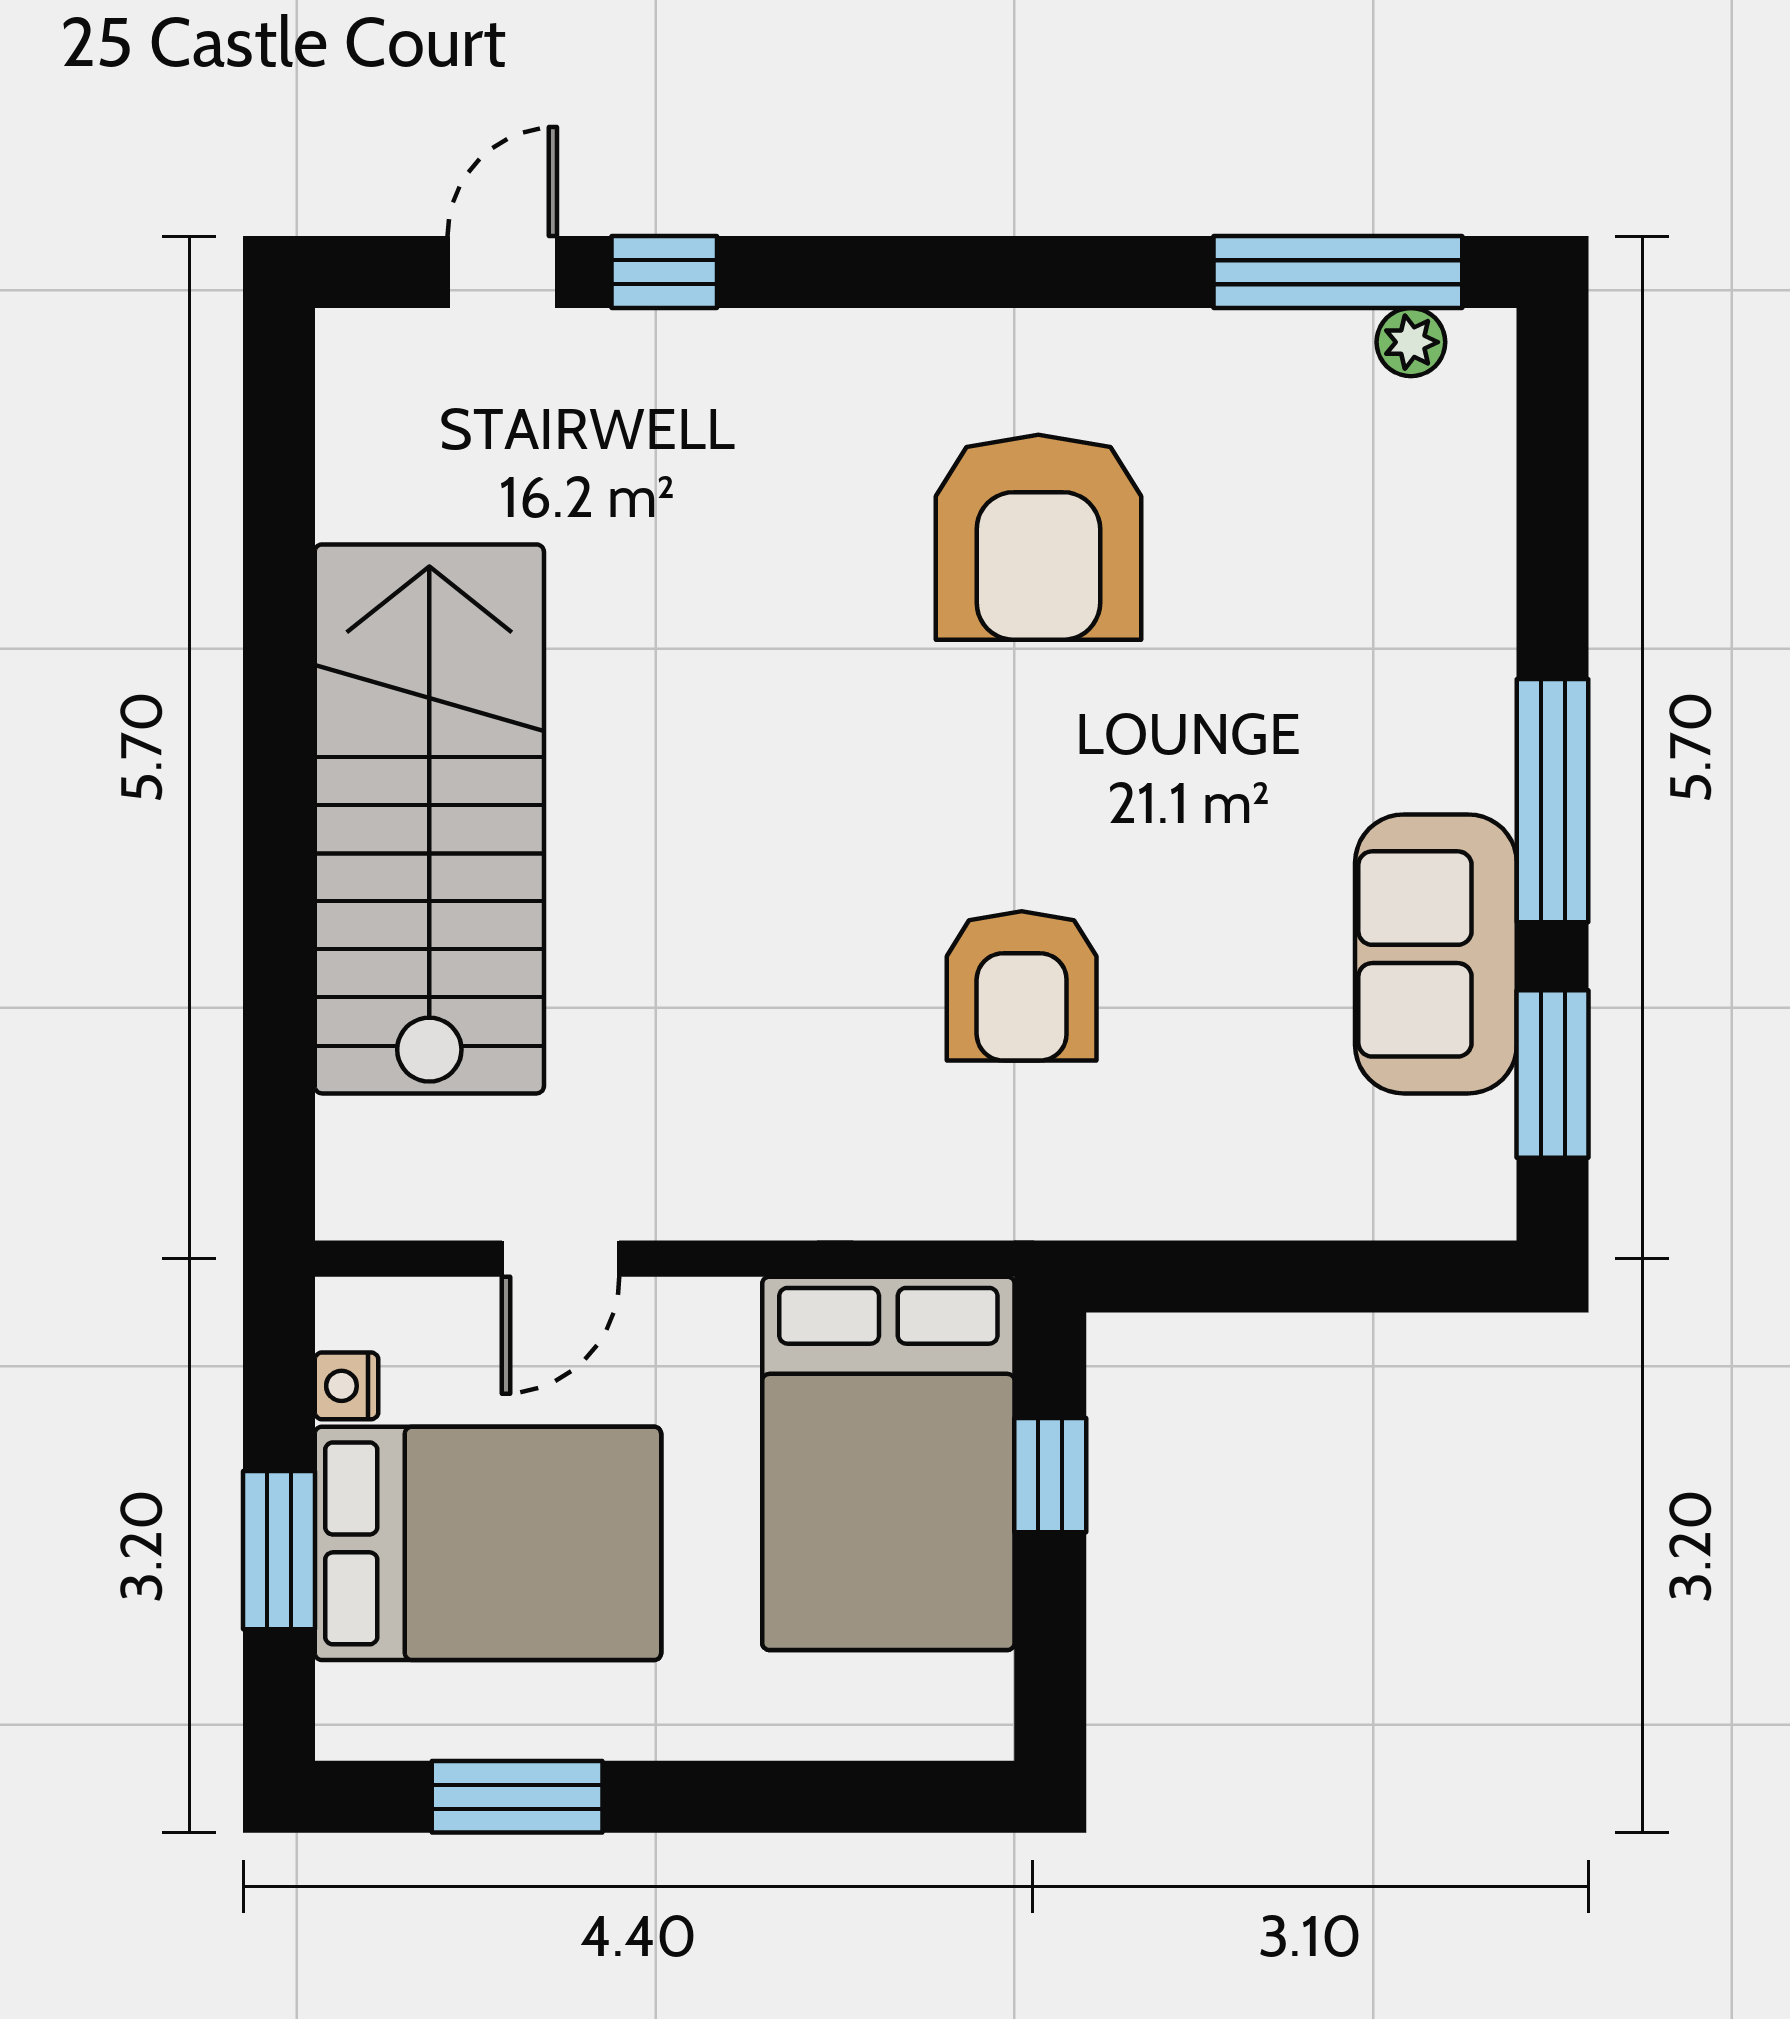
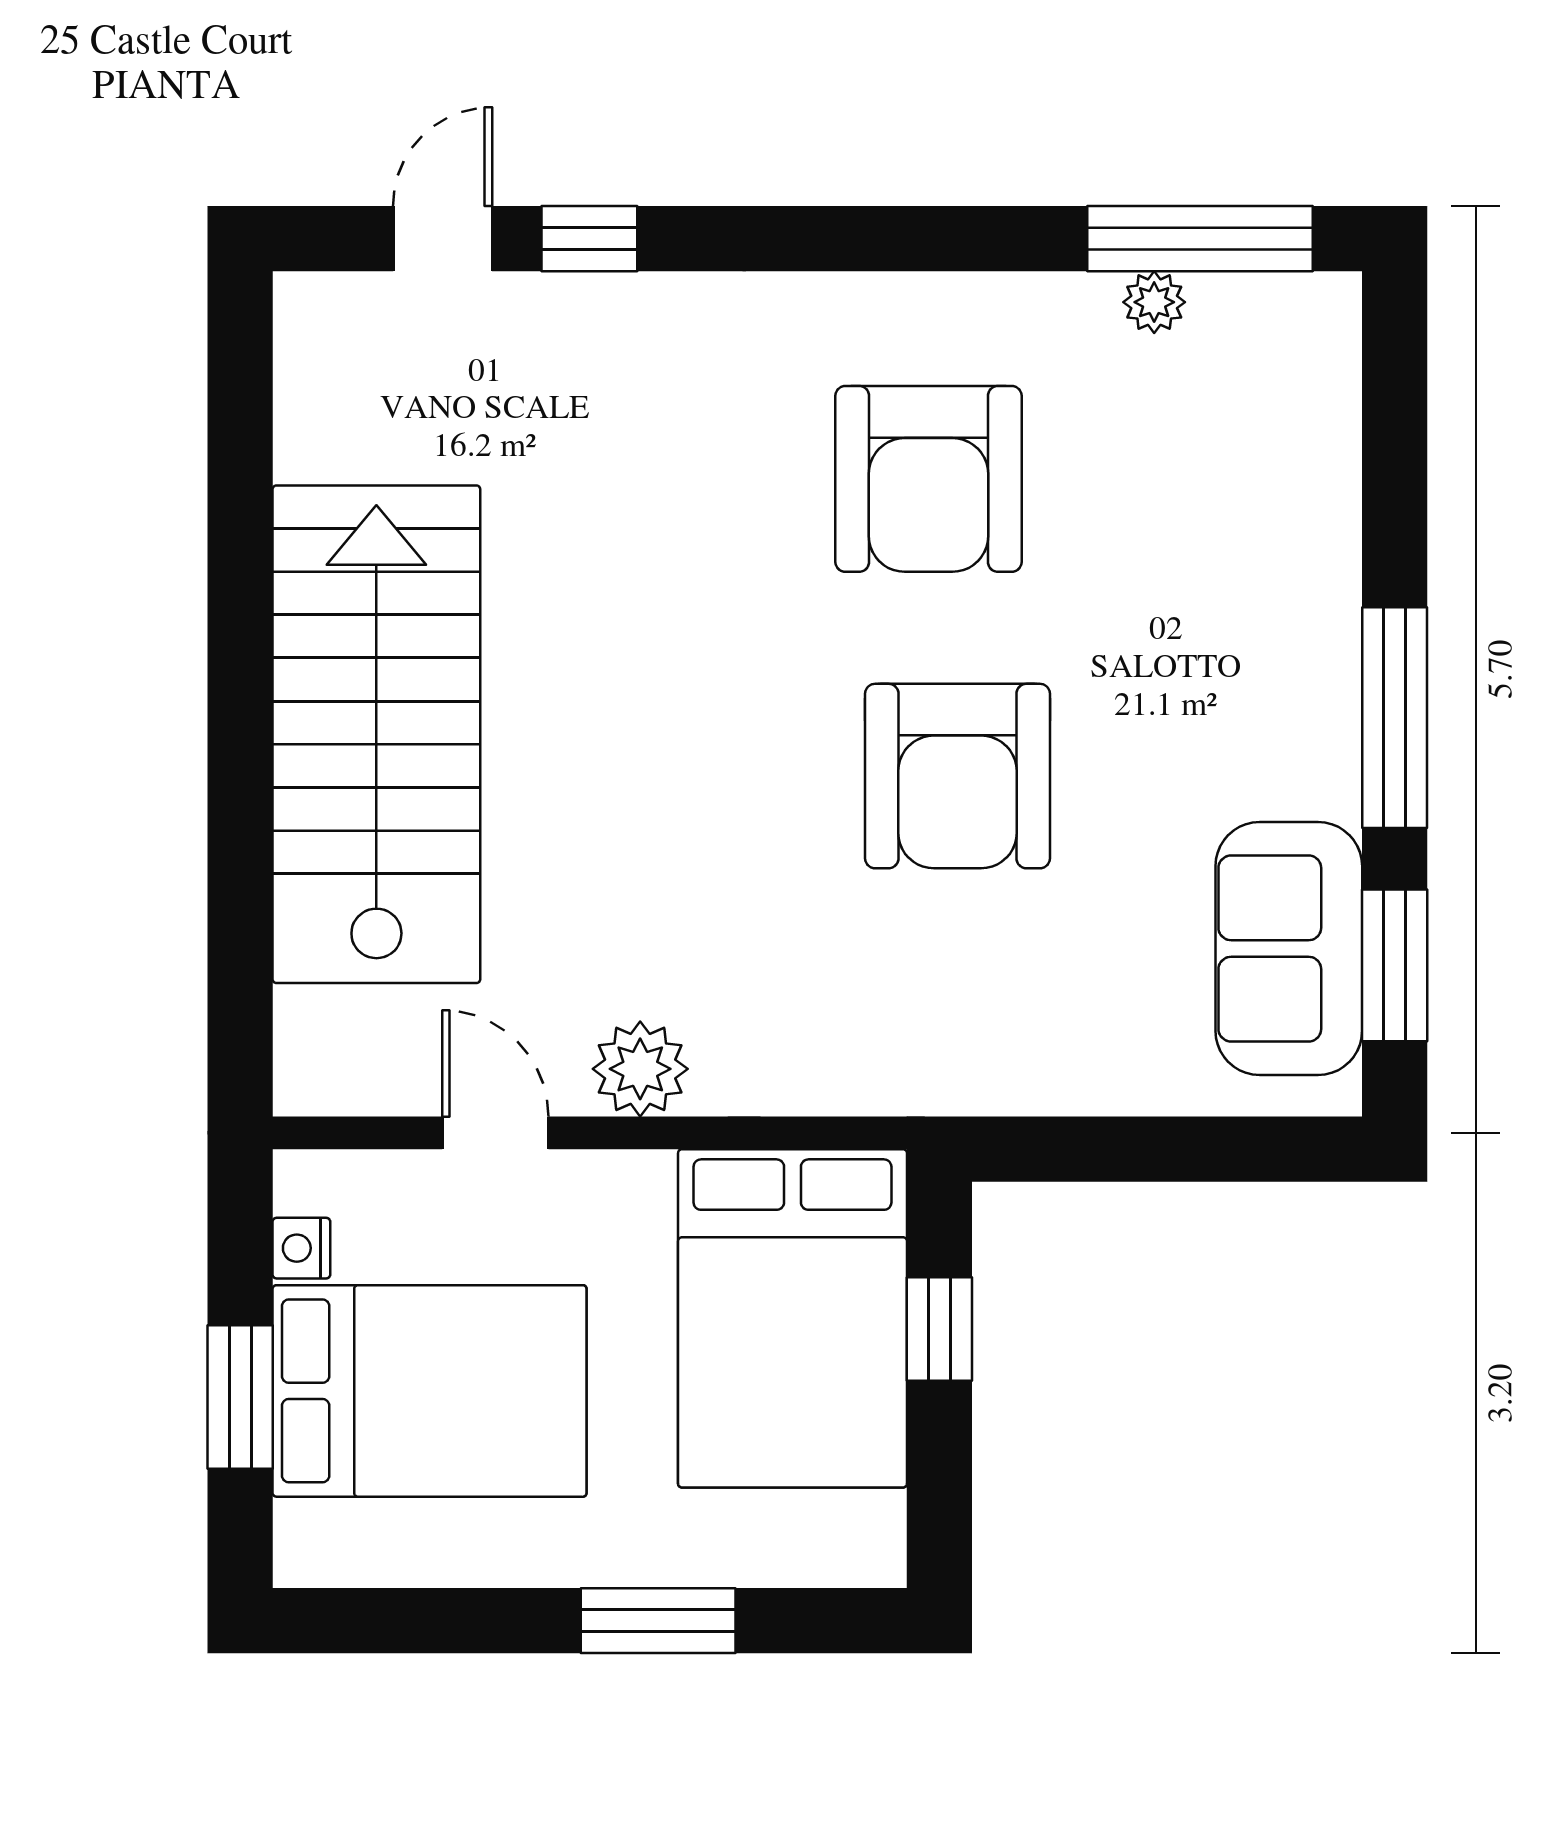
plant: (1411, 342) -> (1154, 302), moved
sofa: (1436, 954) -> (1289, 949), moved
armchair: (1022, 986) -> (957, 776), moved, width x1.36, depth x1.36
plant: (720, 1188) -> (640, 1069), added
door: (561, 1259) -> (495, 1133), swing flipped
window: (517, 1797) -> (658, 1621), moved

